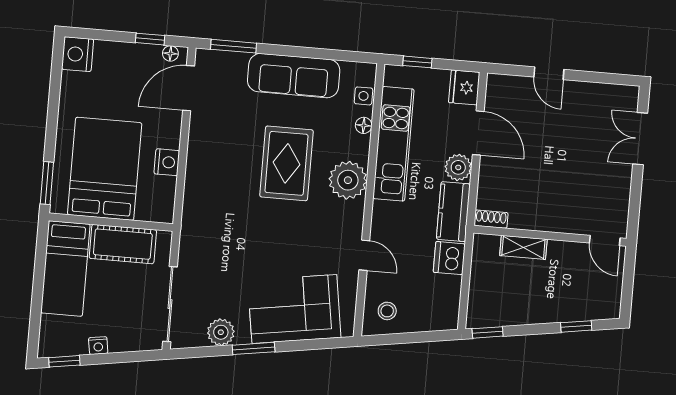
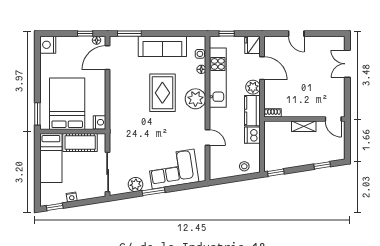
nightstand: (167, 162) -> (99, 122), moved
shelving: (523, 247) -> (304, 126), moved
stool: (387, 311) -> (244, 166), moved

